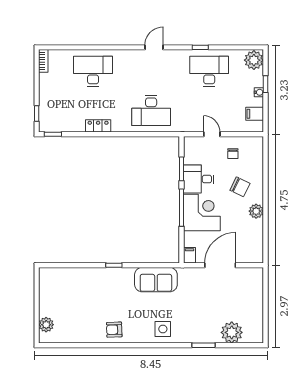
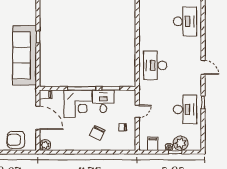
plant: (254, 60) -> (181, 143), moved
locker: (98, 126) -> (144, 25), removed
plant: (256, 211) -> (45, 145), moved
sofa: (156, 280) -> (25, 55), width x1.85, depth x1.27
armchair: (249, 294) -> (16, 140), added

